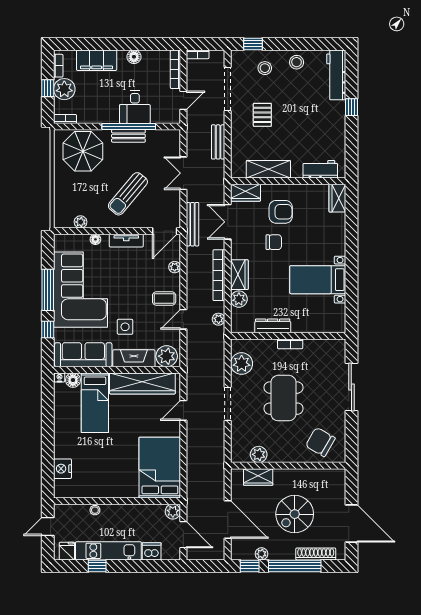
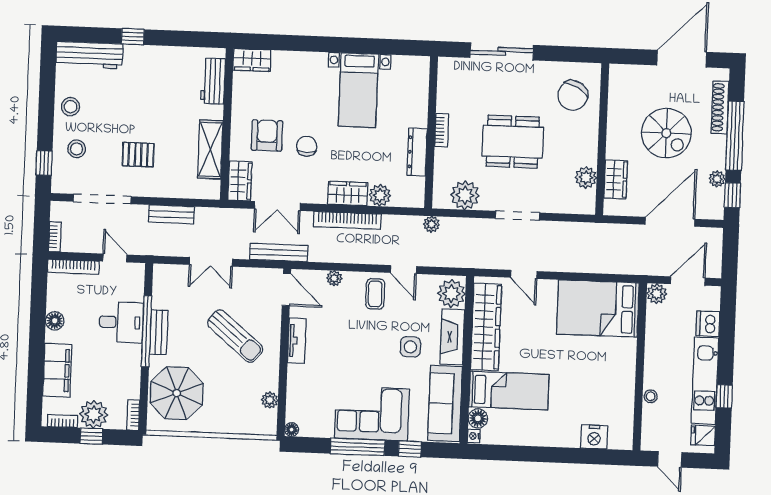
floor lamp: (95, 239) -> (292, 430), moved
corner sofa: (80, 290) -> (372, 414), width x0.73, depth x0.74
plant: (219, 319) -> (431, 224), moved

